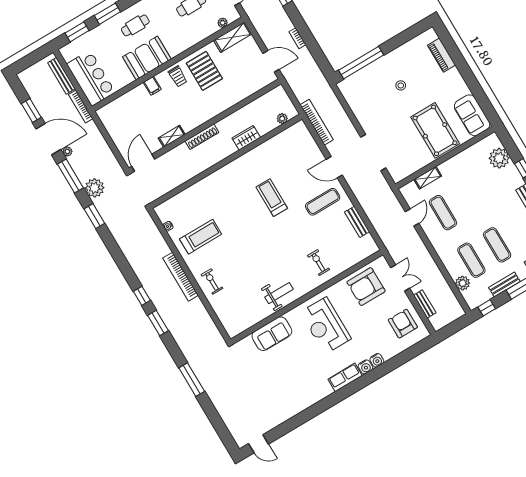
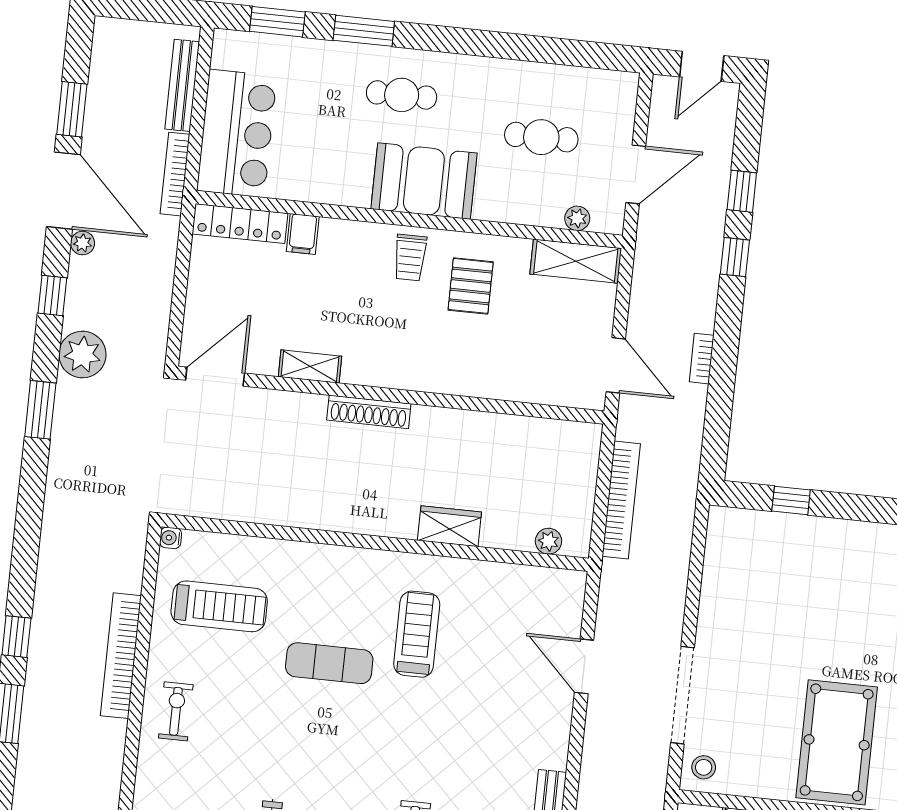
booth: (147, 58) -> (424, 181), moved
window: (361, 63) -> (791, 501), width x0.32
pallet: (204, 71) -> (471, 286), width x0.67, depth x0.71
stool: (401, 85) -> (704, 767), moved
filing cabinet: (152, 86) -> (303, 234), moved
locker: (114, 107) -> (240, 224), added
plant: (282, 119) -> (548, 541), moved
bookcase: (317, 122) -> (621, 500), moved
wardrobe: (246, 138) -> (449, 526), moved
wall: (226, 161) -> (375, 542), moved
window: (70, 176) -> (52, 296), width x0.46
exercise mat: (323, 202) -> (329, 663), moved

